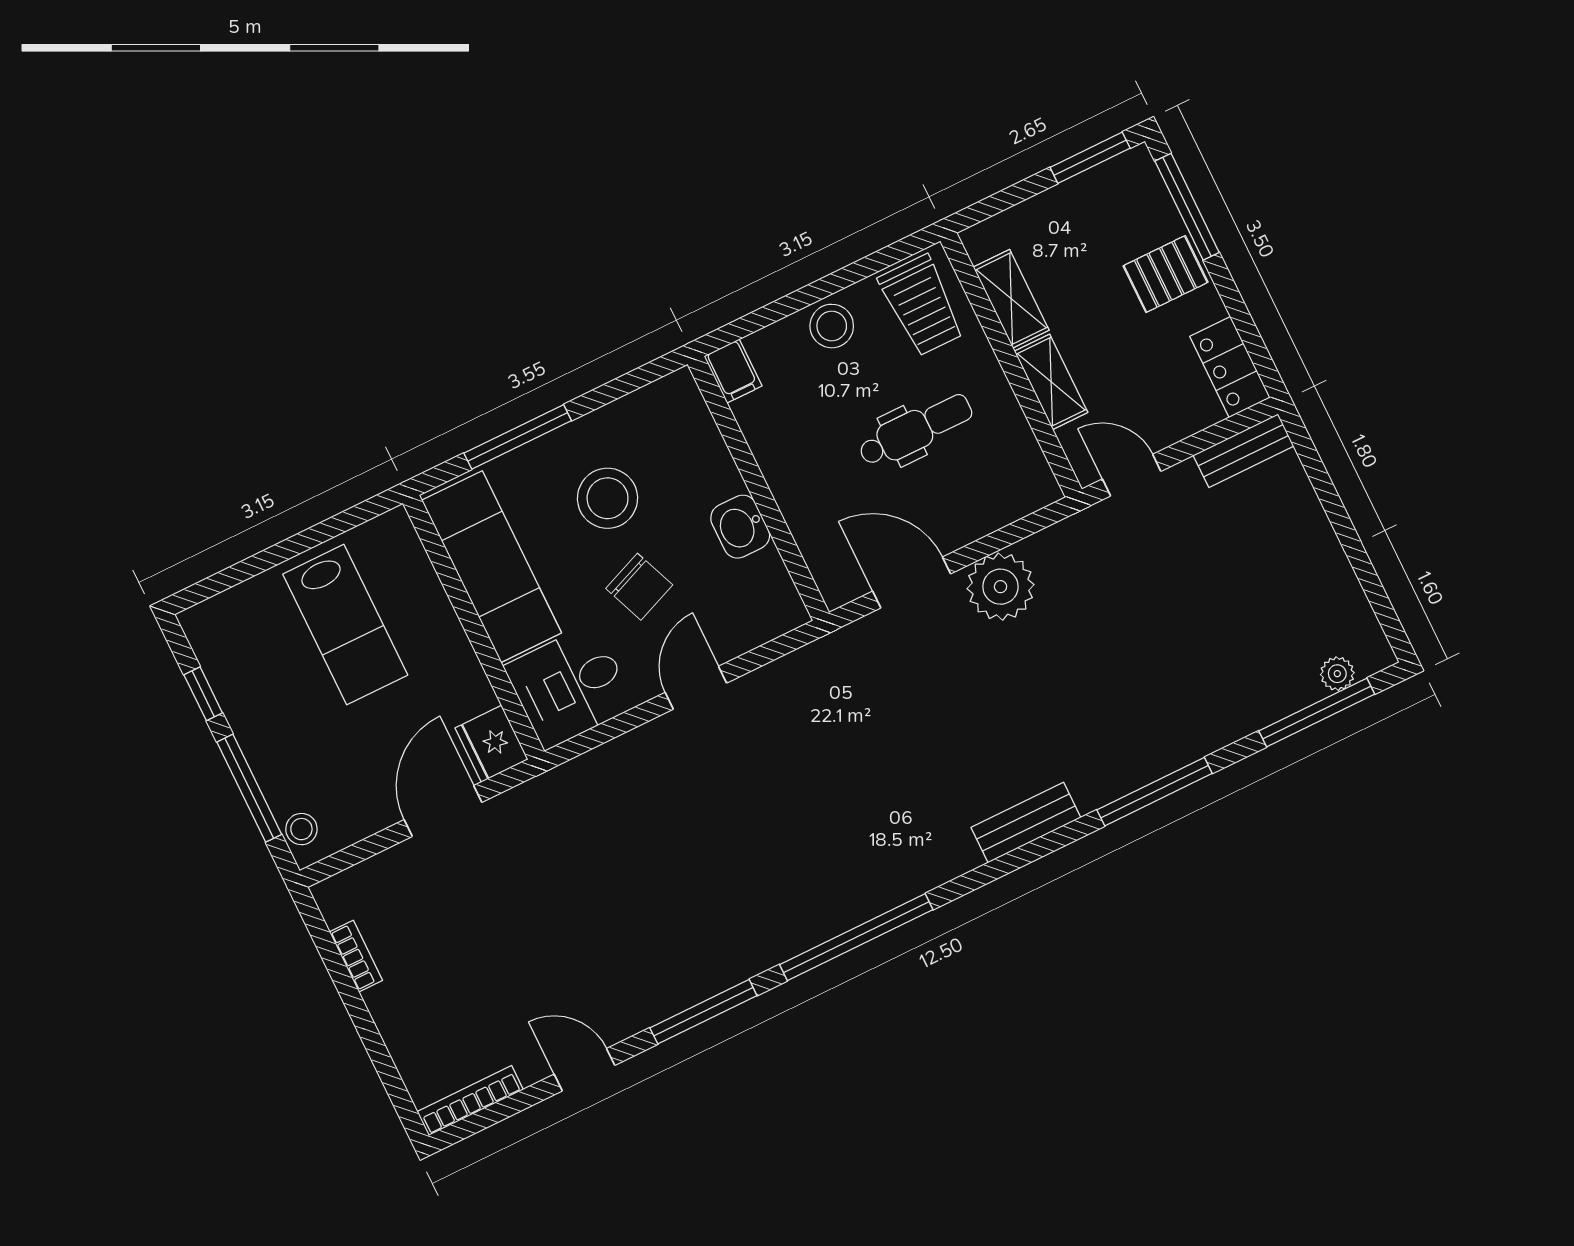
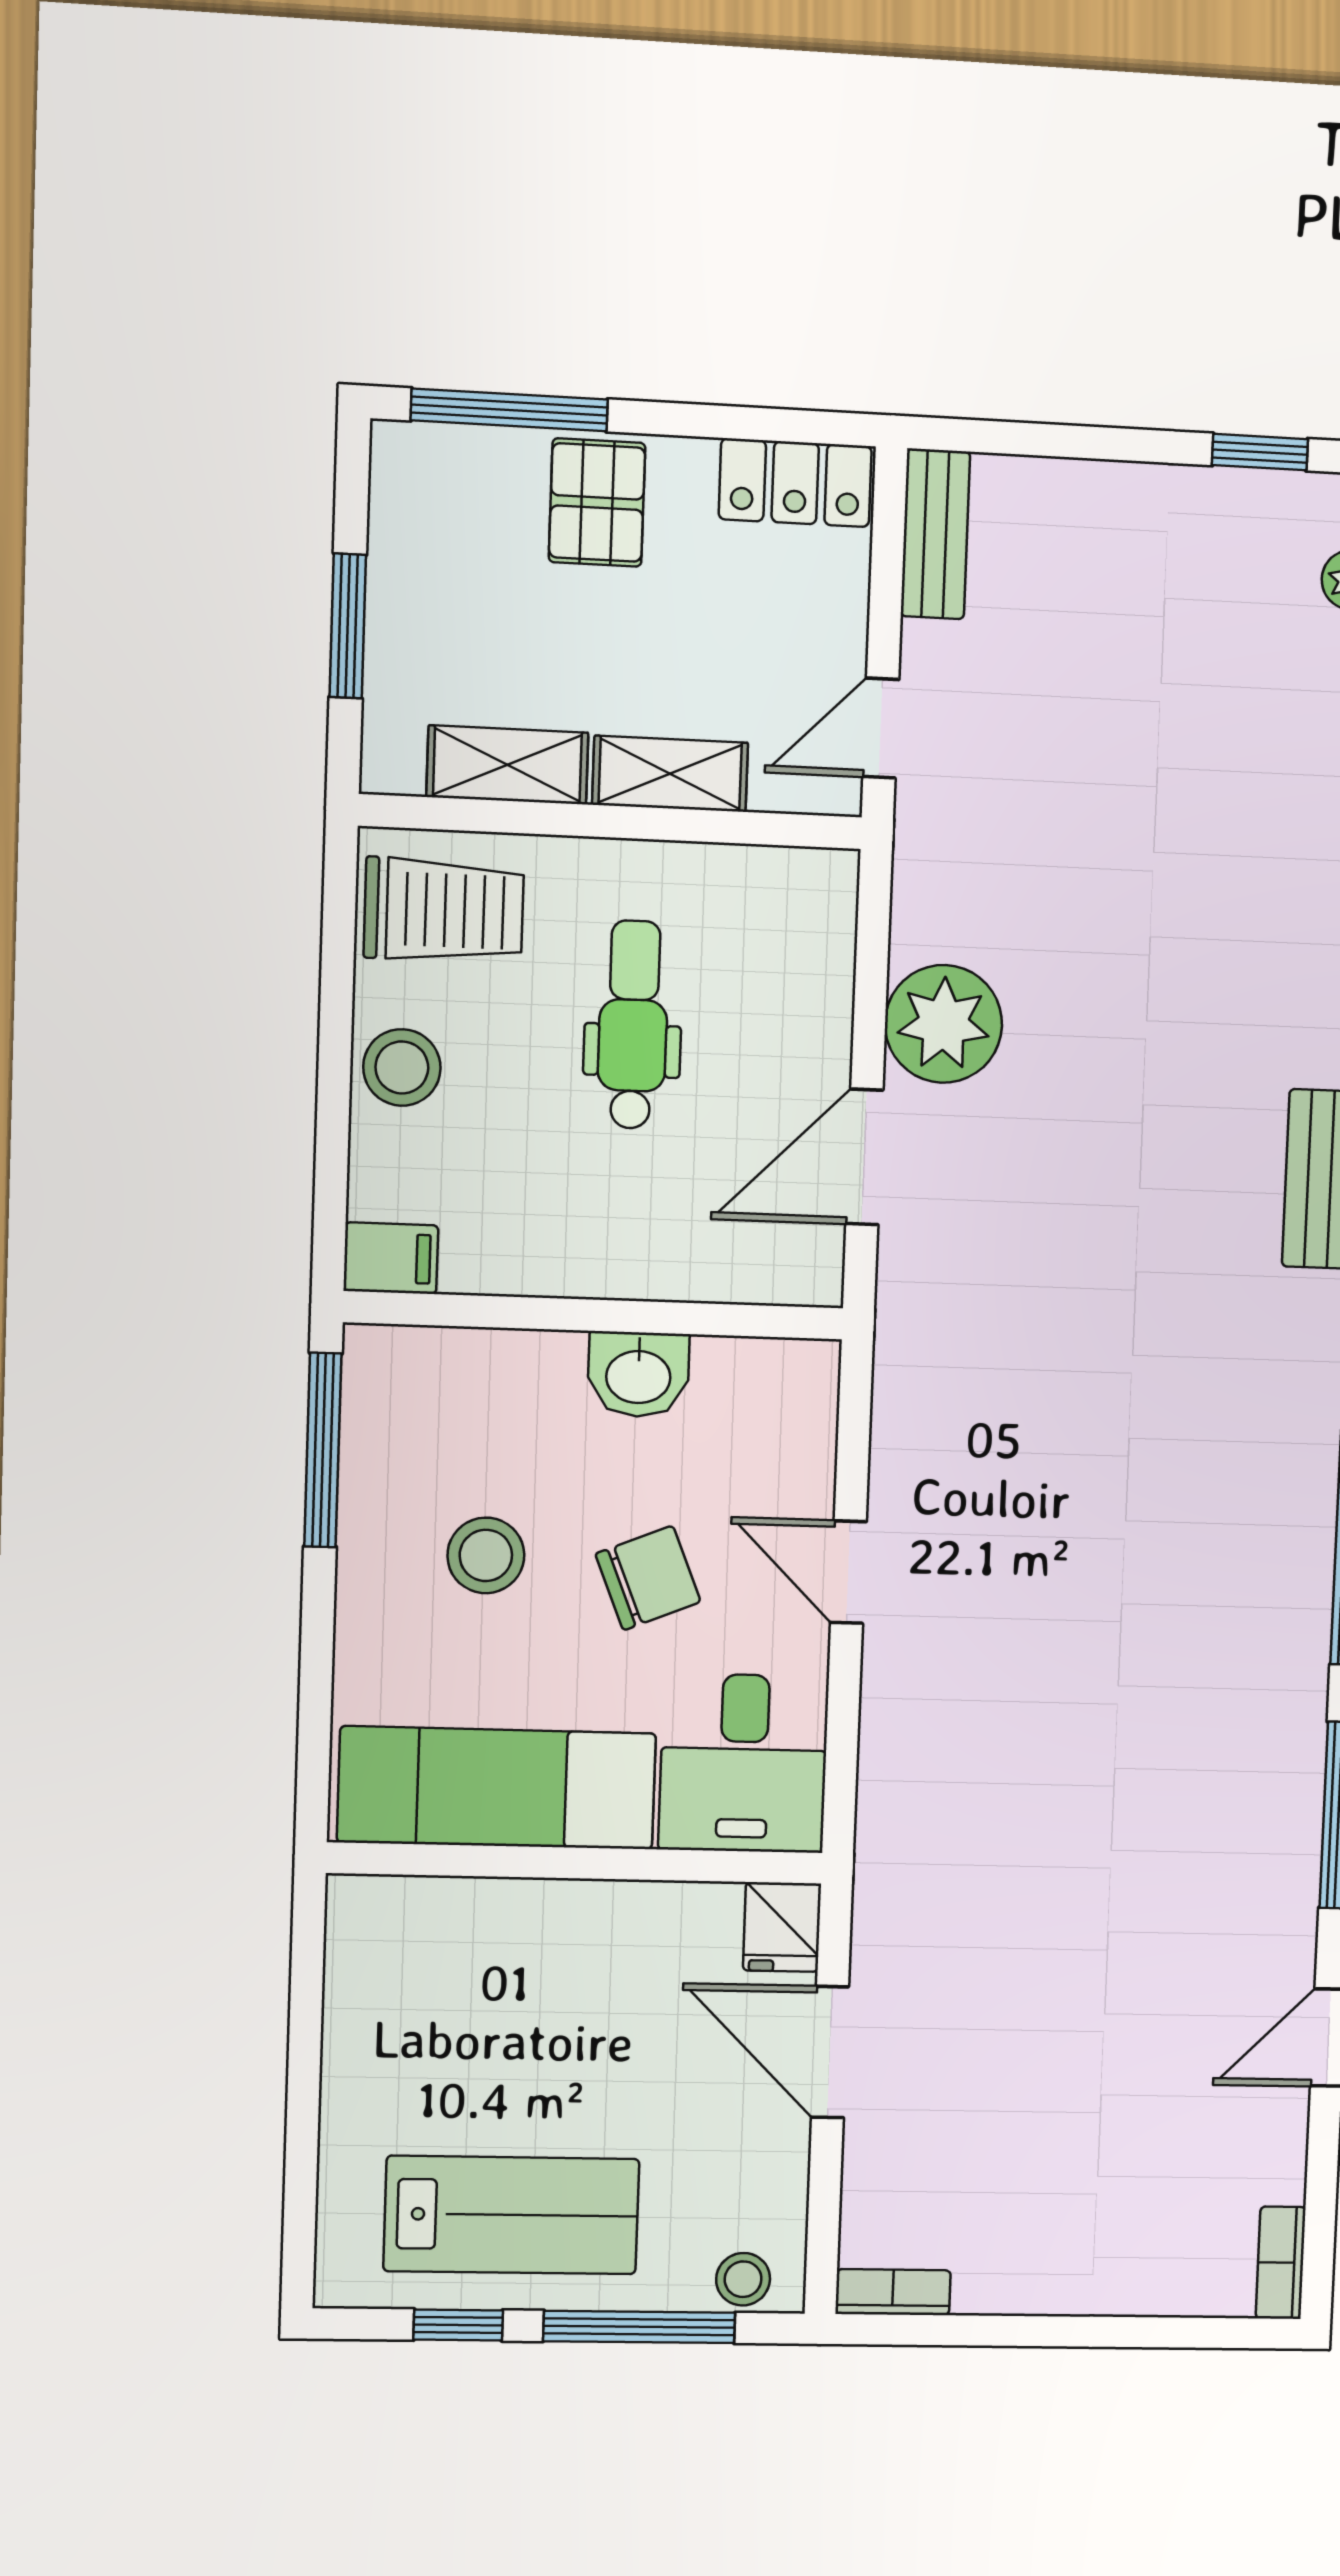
window: (1090, 158) -> (348, 626), moved
window: (518, 437) -> (323, 1450), moved
stool: (608, 498) -> (486, 1555), width x0.73, depth x0.73
window: (1375, 592) -> (1260, 452), added
lab bench: (345, 625) -> (511, 2215), moved
fridge: (492, 744) -> (782, 1927), width x0.72
bookcase: (356, 956) -> (893, 2292), moved
bookcase: (470, 1101) -> (1281, 2263), width x0.64

